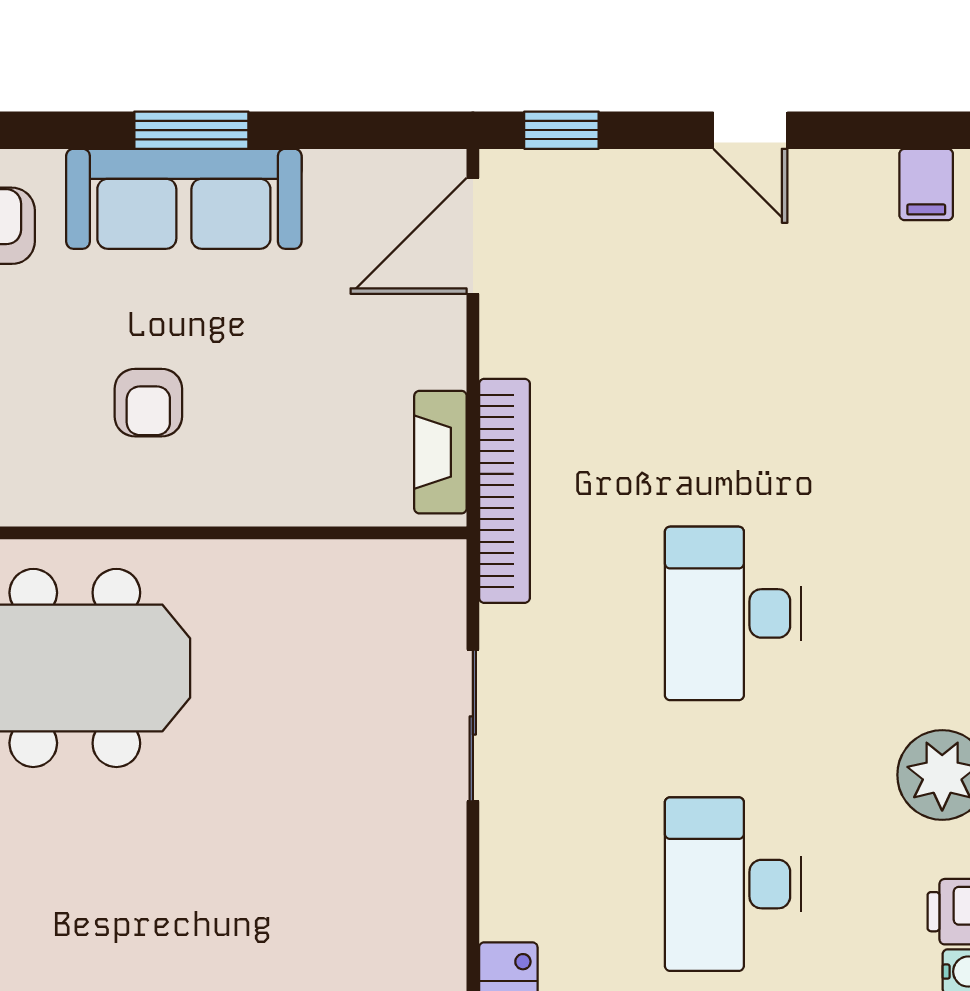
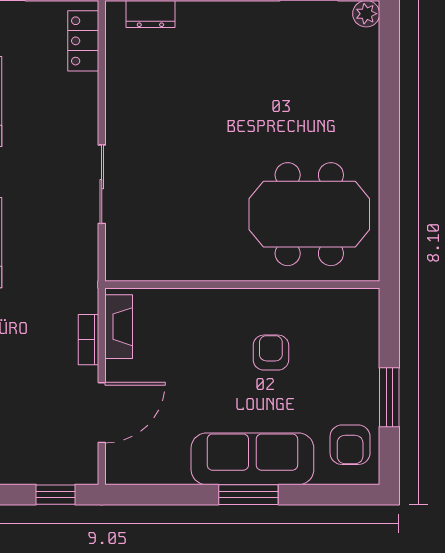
door: (473, 236) -> (102, 413), moved
bookcase: (504, 491) -> (88, 340), width x0.43, depth x0.76

